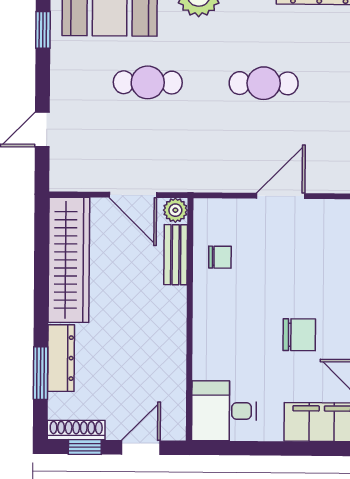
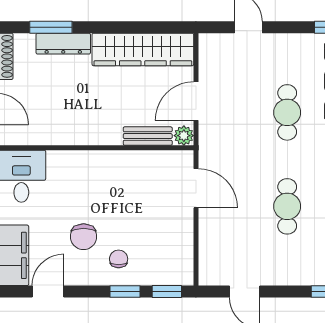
door: (281, 196) -> (196, 188), moved
chair: (220, 257) -> (119, 259), moved, turned 180

